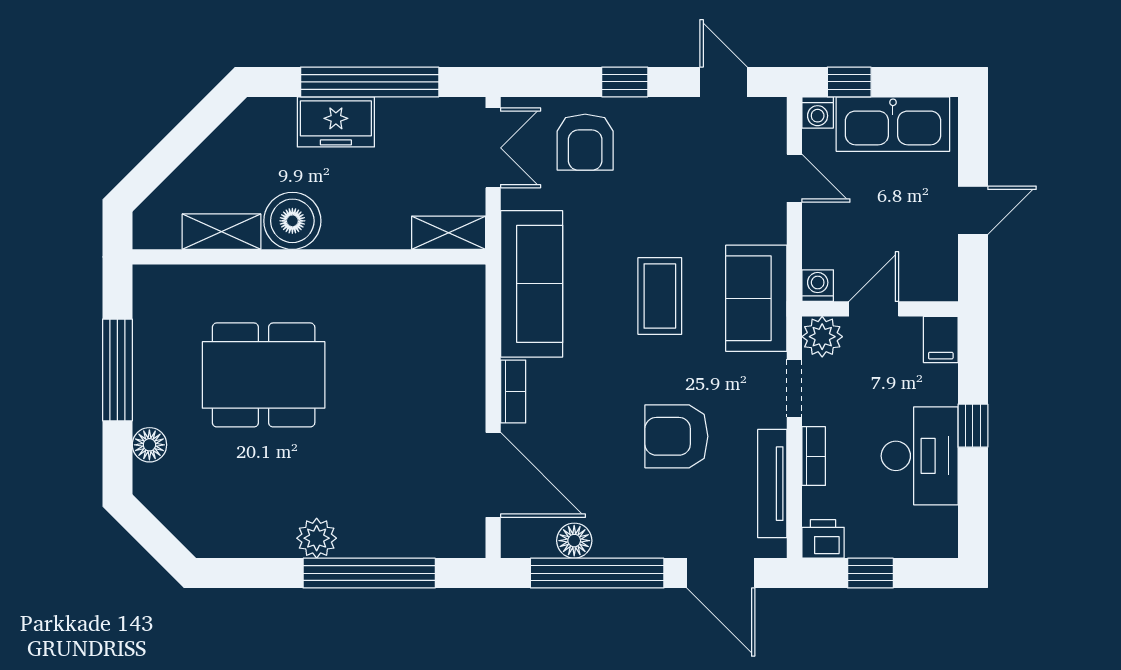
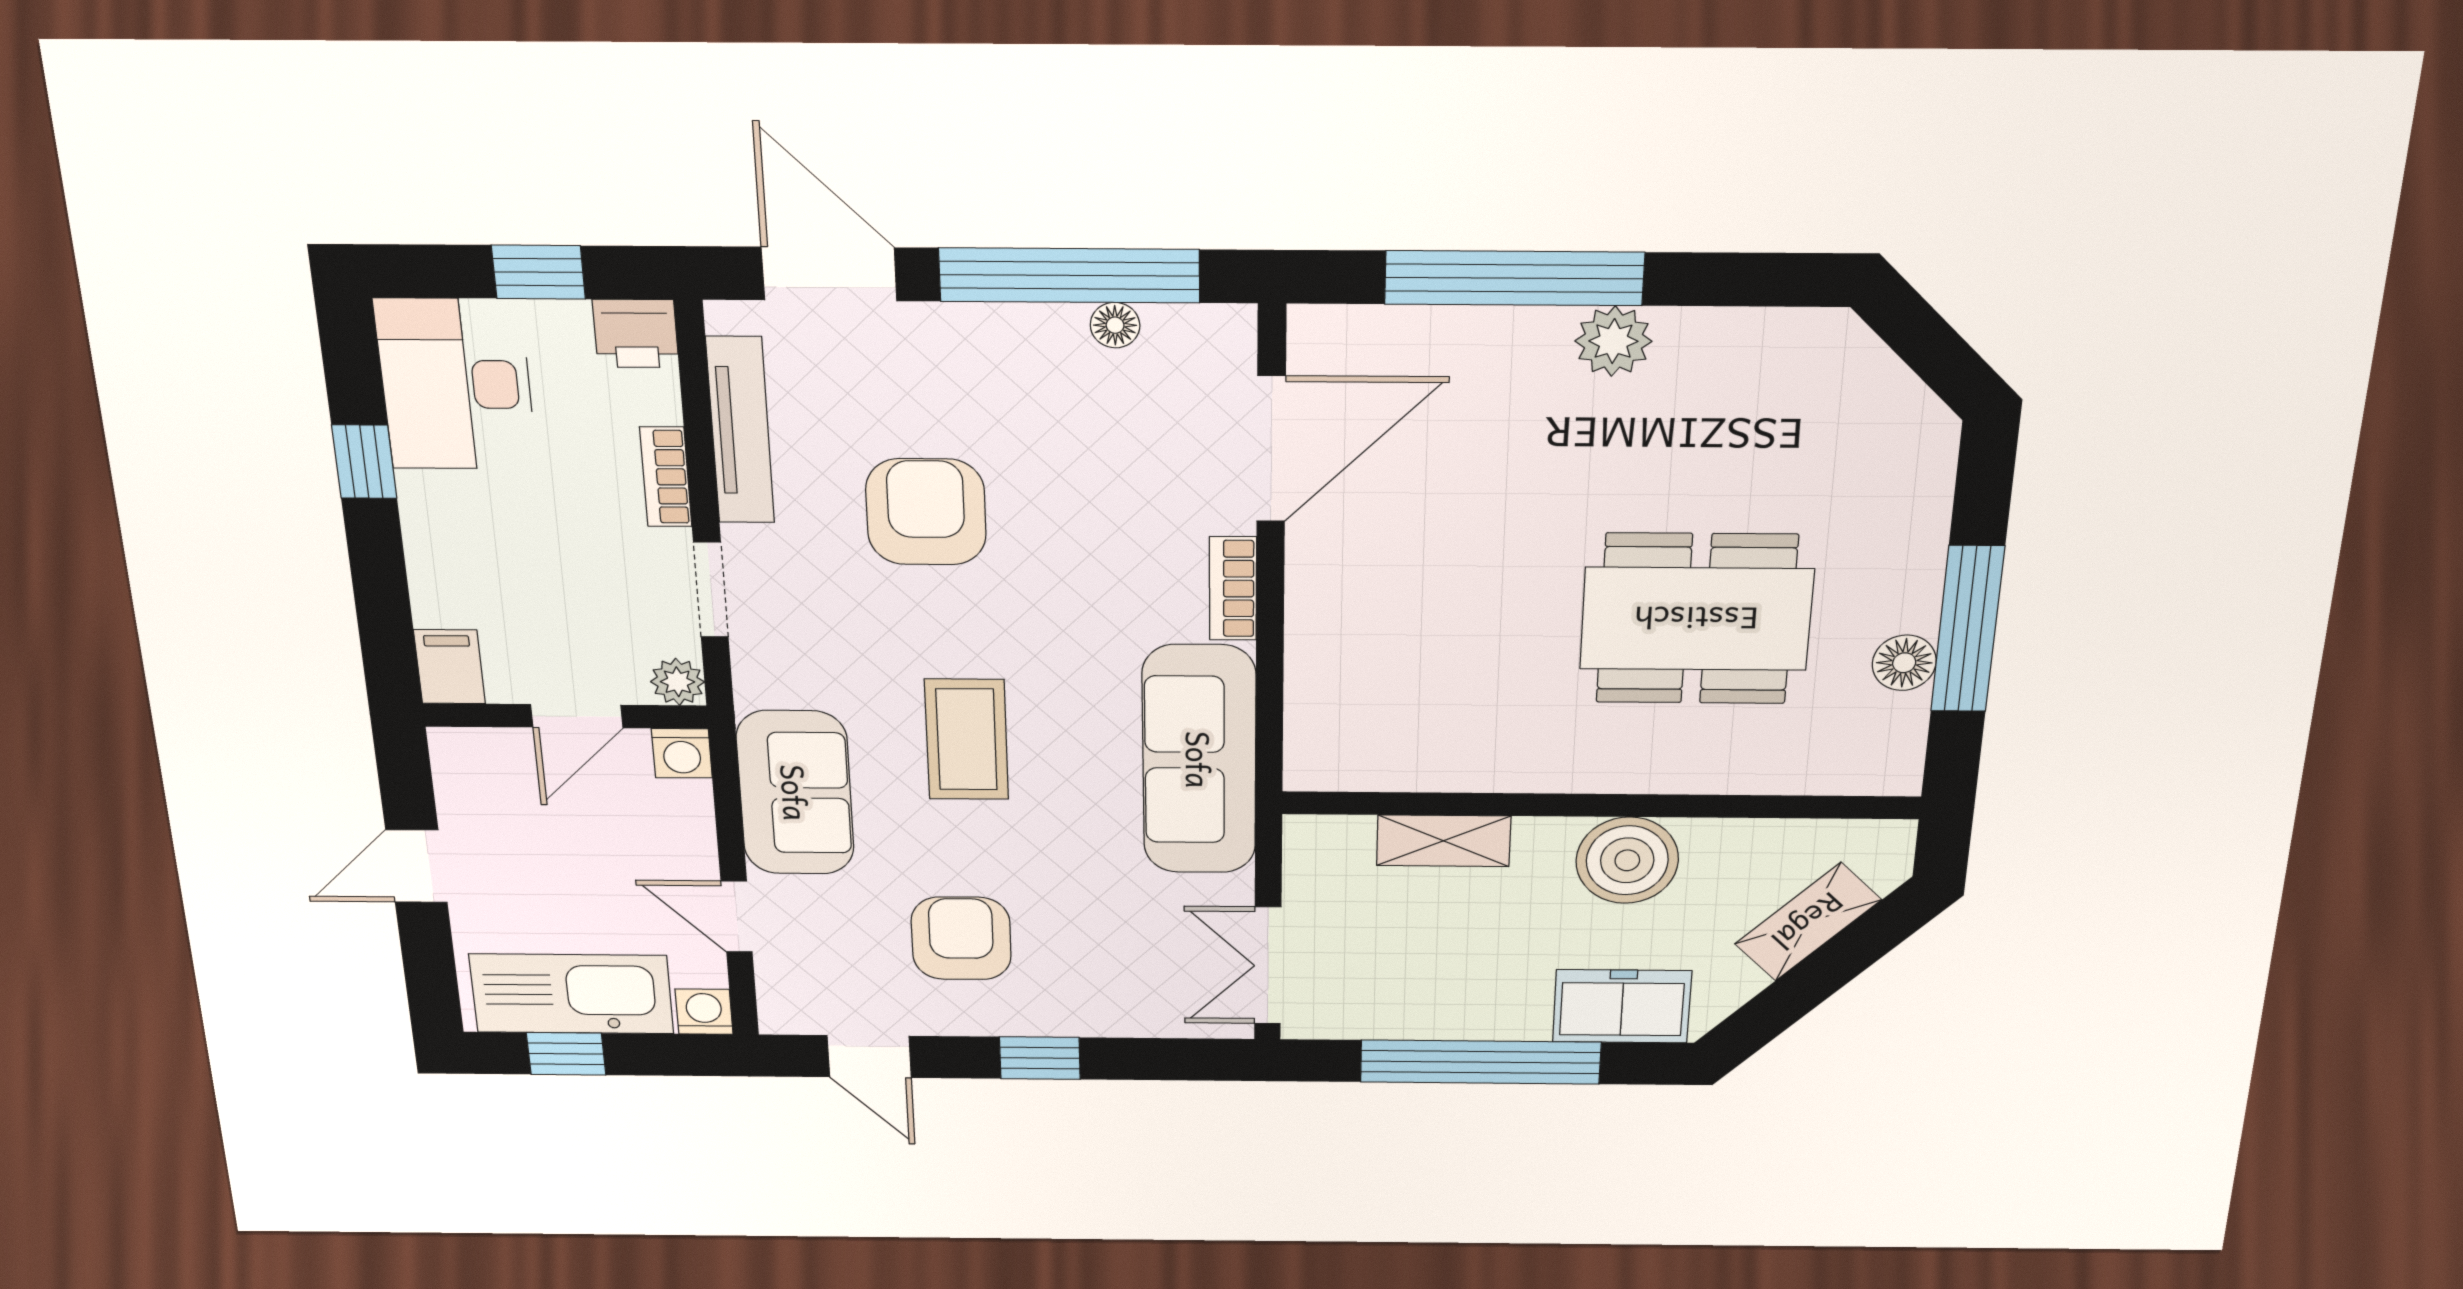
window: (849, 82) -> (566, 1054), moved
freezer: (336, 122) -> (1622, 1006), moved
armchair: (585, 142) -> (961, 938), moved
shelving: (222, 232) -> (1808, 922), moved, turned -45
shelving: (449, 233) -> (1444, 841), moved
sofa: (756, 298) -> (795, 793), moved
plant: (822, 337) -> (678, 682), width x0.73, depth x0.73
window: (973, 426) -> (364, 462), moved
armchair: (676, 436) -> (926, 512), turned -90
floor lamp: (149, 445) -> (1904, 663), moved
desk: (920, 456) -> (456, 384), moved
door: (493, 475) -> (1271, 449), swing flipped
floor lamp: (574, 541) -> (1115, 325), width x0.73, depth x0.73

